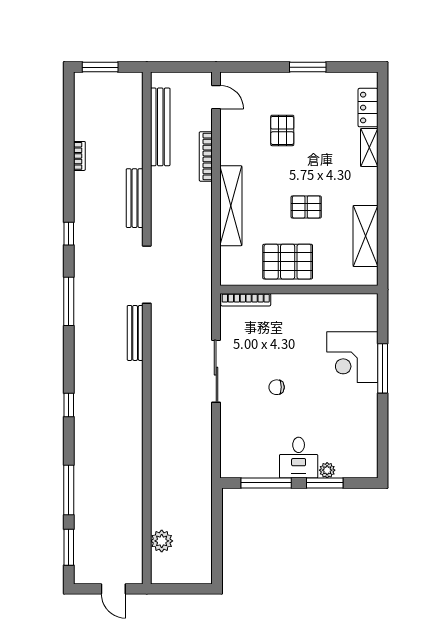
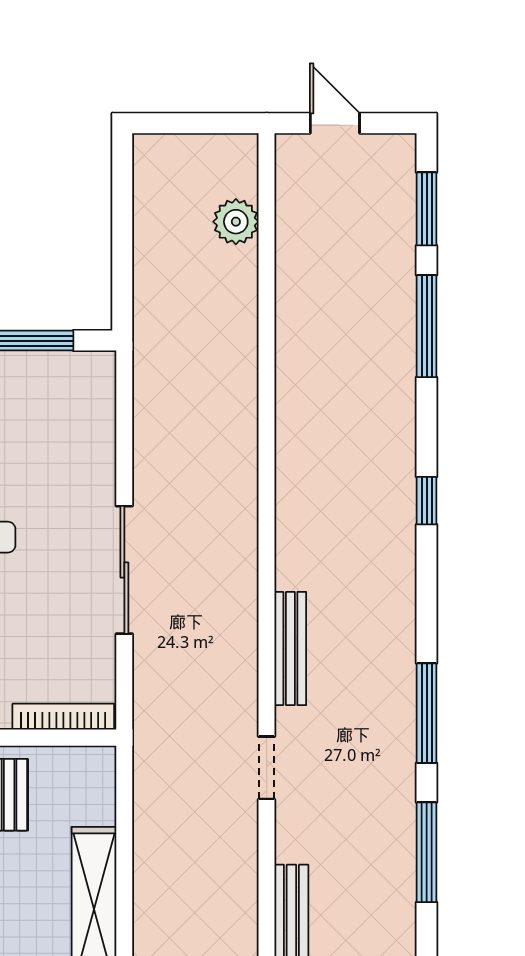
window: (69, 234) -> (427, 852), width x2.17
doorway: (147, 275) -> (267, 768), width x0.53

